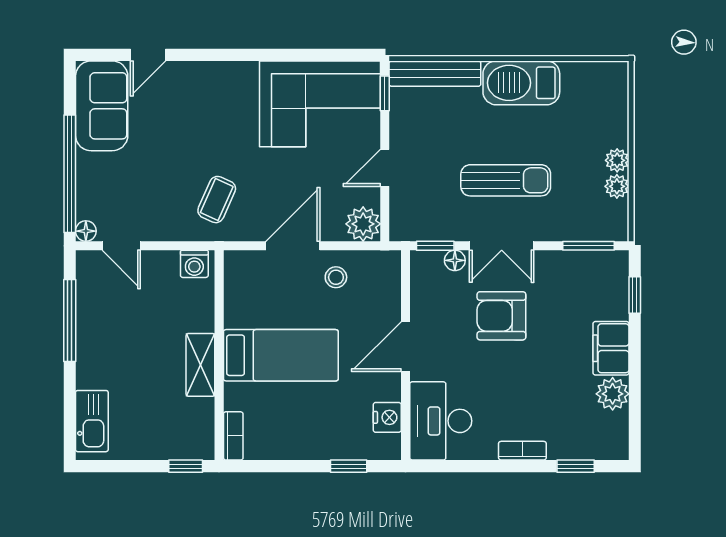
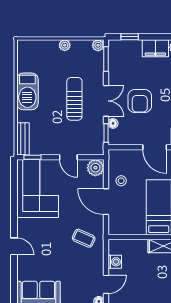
door: (148, 55) -> (14, 246), moved
bench: (435, 74) -> (23, 139), width x0.73
plant: (617, 186) -> (98, 45), moved
washing machine: (194, 264) -> (115, 262), moved

